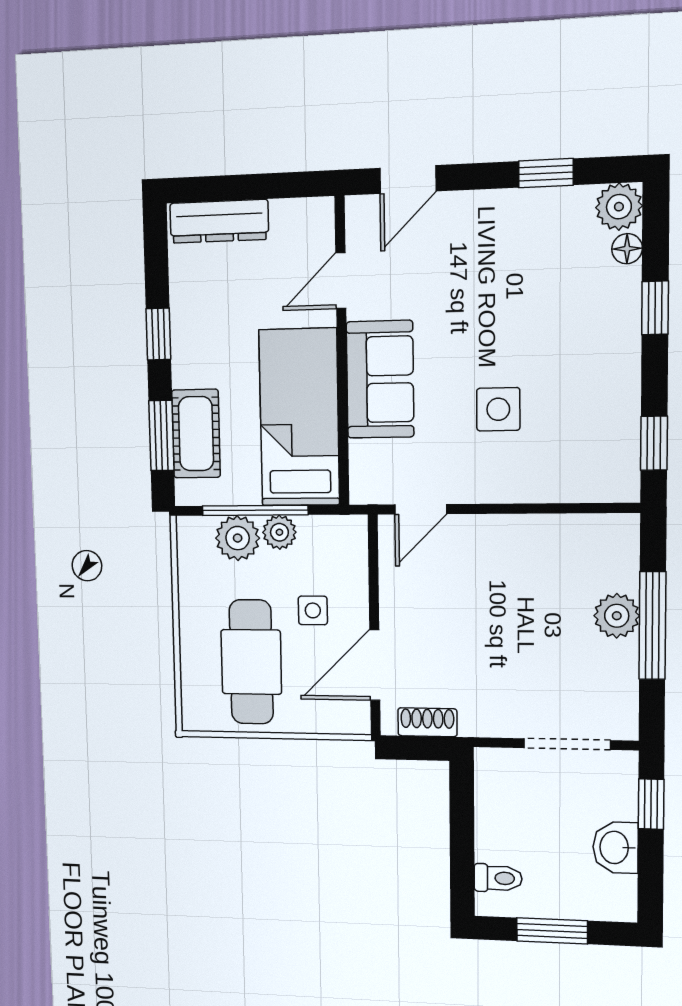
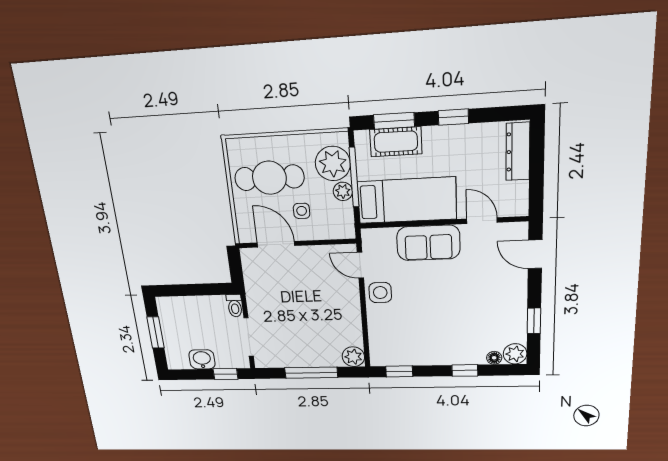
side table: (498, 409) -> (380, 293), moved
plant: (238, 538) -> (333, 164), width x1.36, depth x1.36
plant: (617, 616) -> (353, 357), moved
shoe rack: (427, 722) -> (250, 271), removed
toilet: (498, 878) -> (235, 306), moved

